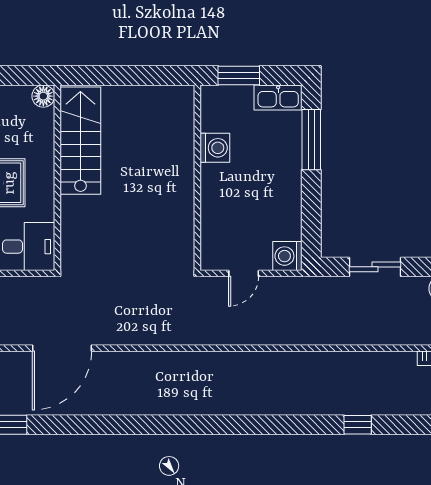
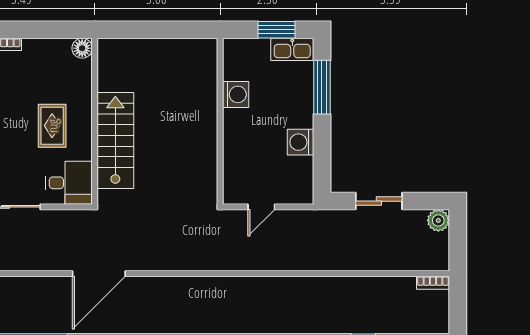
window: (239, 76) -> (277, 30), moved
stairs: (80, 141) -> (115, 141), moved
washing machine: (287, 256) -> (301, 142), moved

